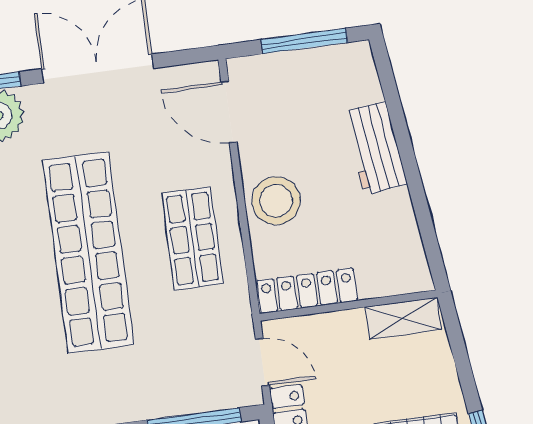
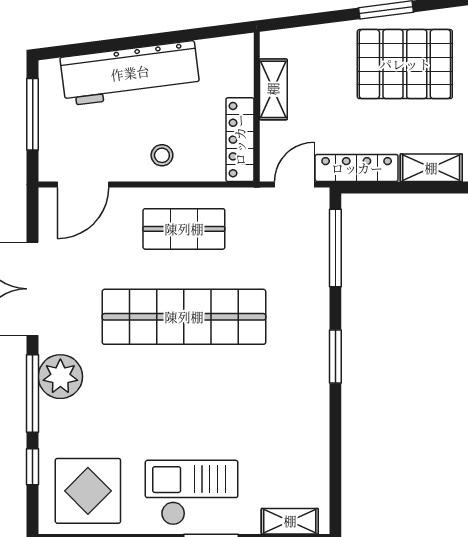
workbench: (375, 148) -> (130, 73), width x1.87, depth x1.32
stool: (276, 201) -> (162, 155), width x0.53, depth x0.53
shelving: (403, 318) -> (273, 89), moved

